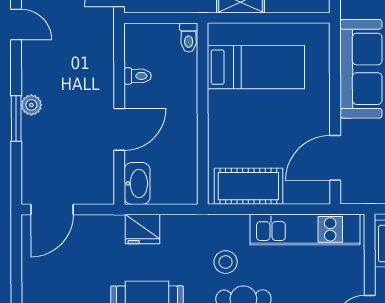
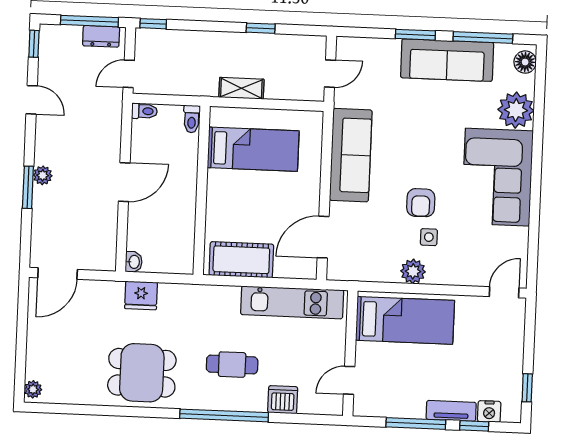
toilet: (138, 76) -> (144, 111), moved
door: (119, 129) -> (124, 182), moved
washbasin: (137, 183) -> (134, 262), width x0.52, depth x0.69
stool: (226, 262) -> (217, 329), removed

